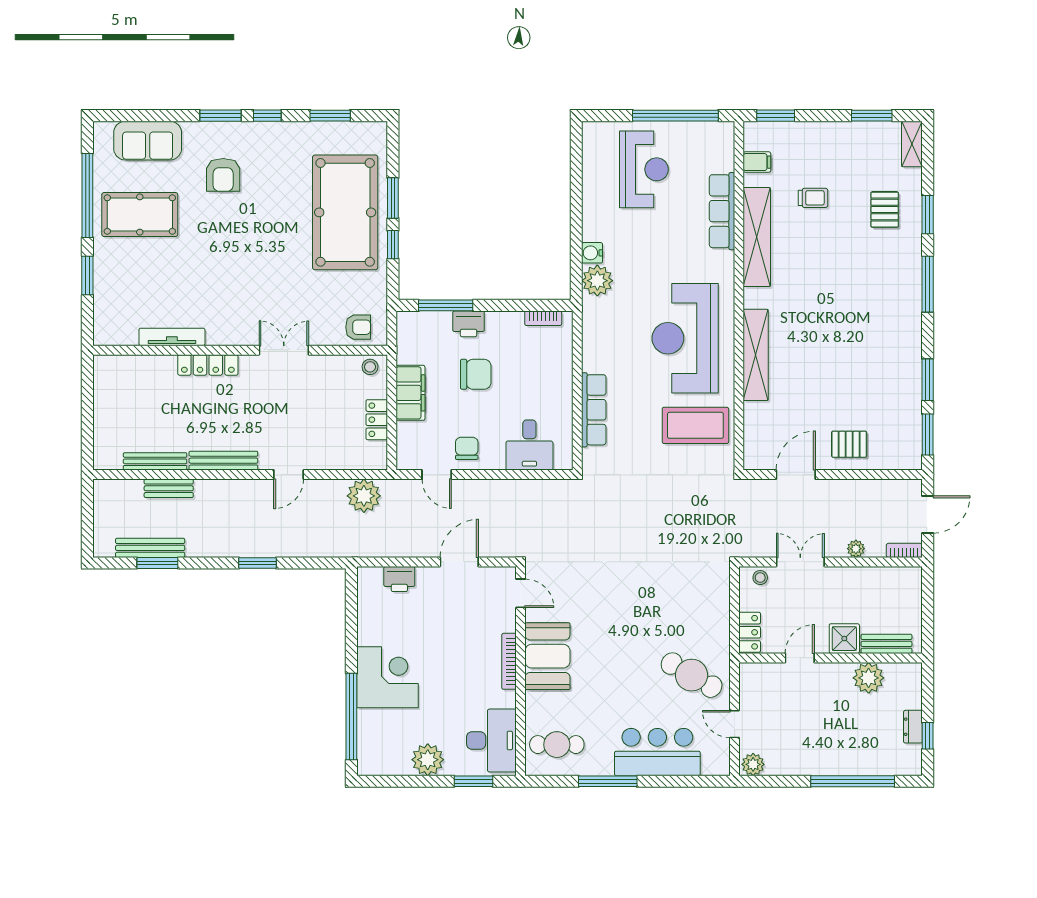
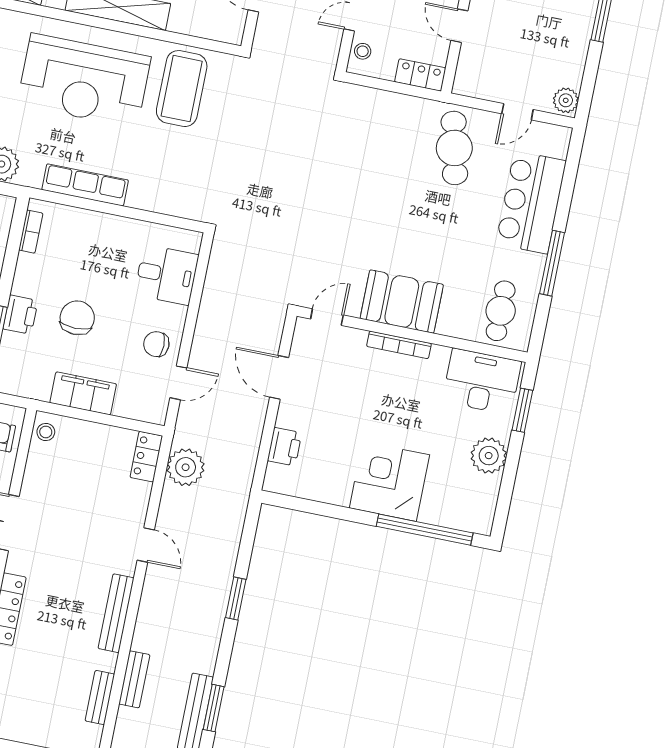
row of seats: (594, 410) -> (85, 185), moved
locker: (377, 420) -> (146, 457), moved, turned 90
bench: (155, 461) -> (100, 698), width x0.73
cafe table: (692, 675) -> (454, 148), turned -43

